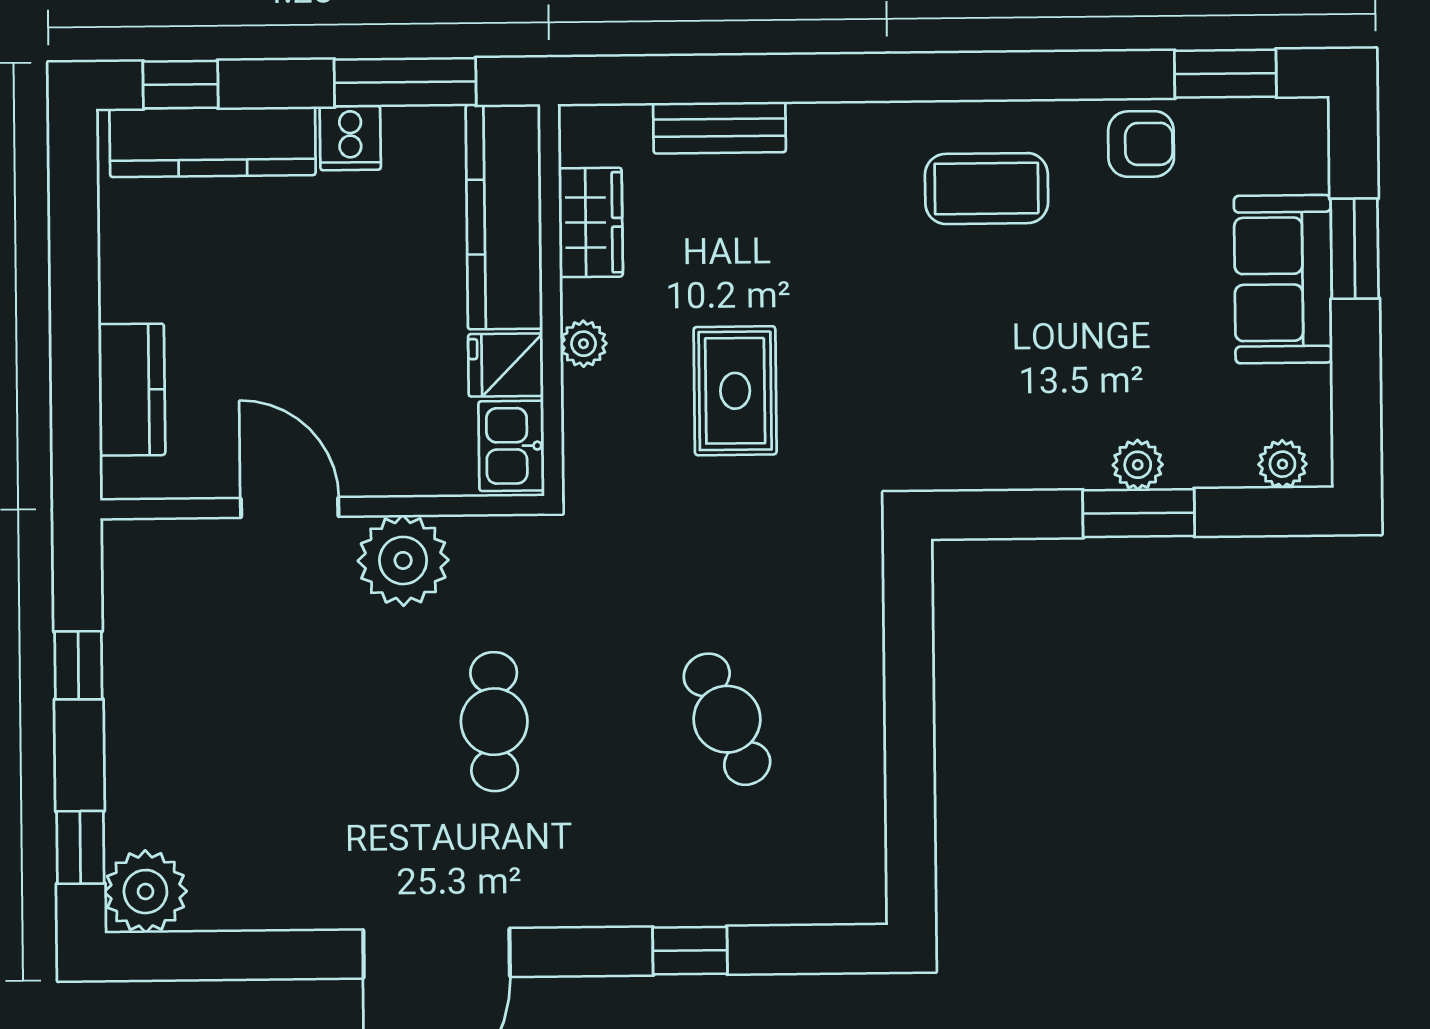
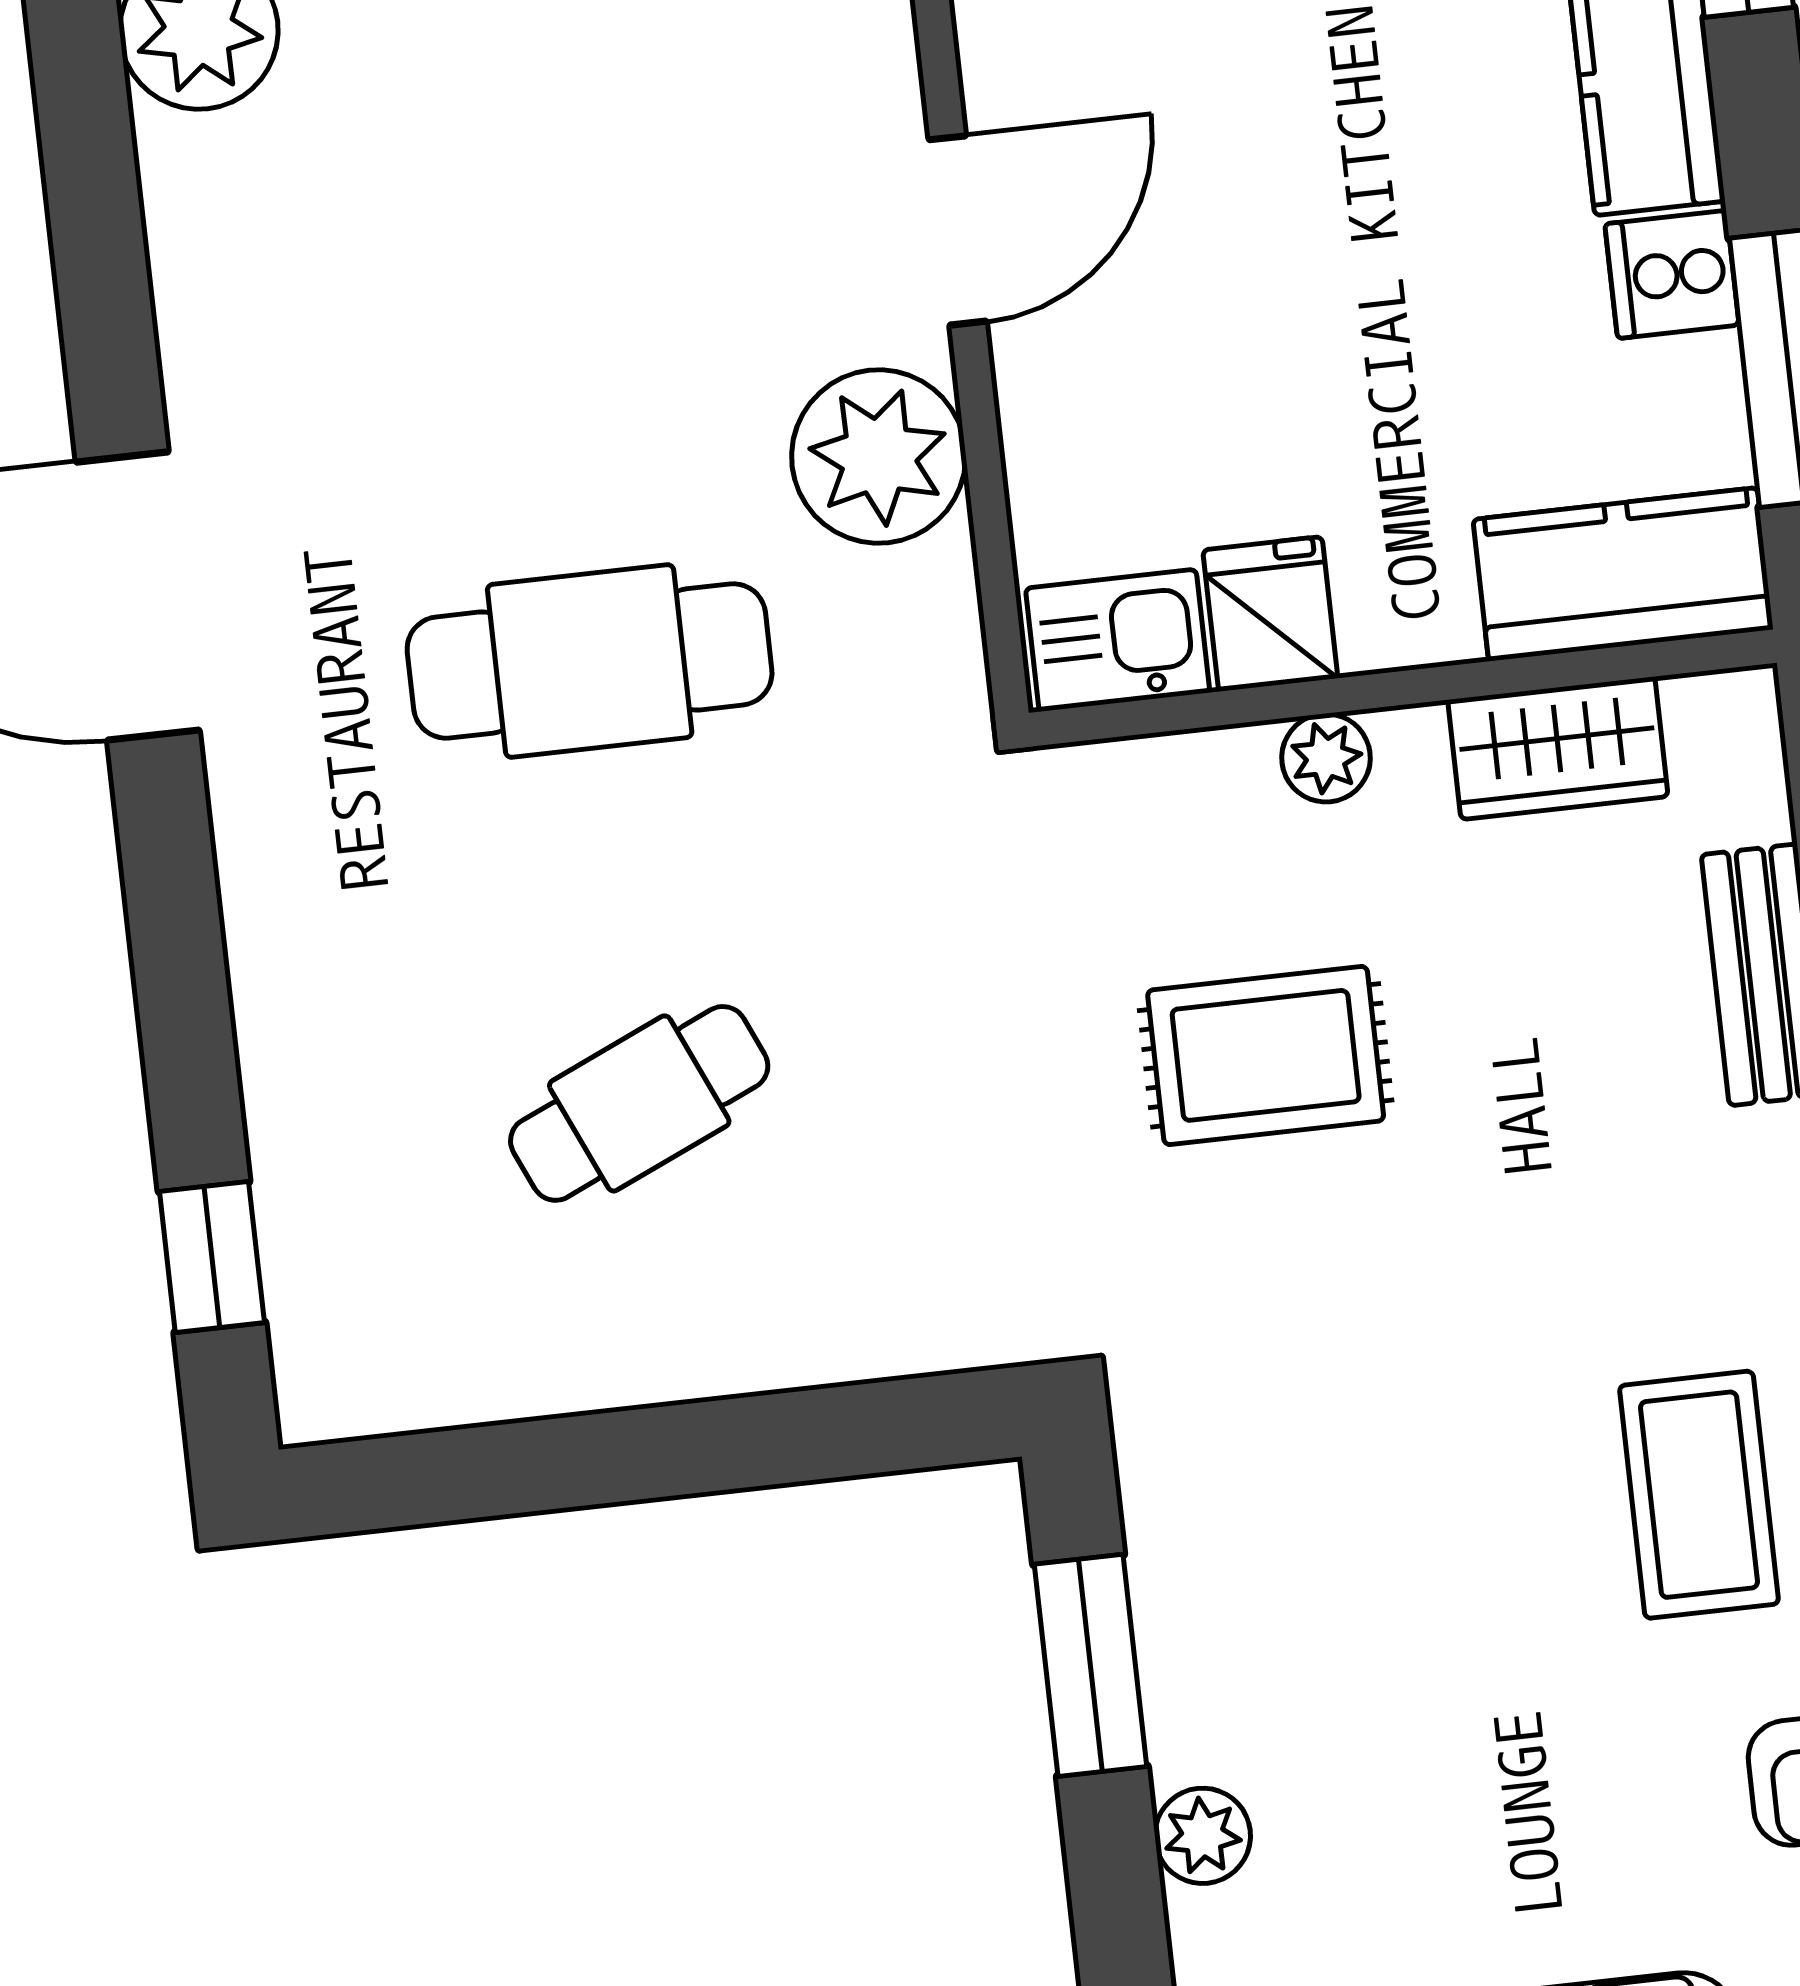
kitchen counter: (504, 217) -> (1623, 574), width x0.67
window: (1139, 513) -> (1090, 1665), moved
cafe table: (494, 722) -> (590, 661), width x1.37, depth x1.35
window: (690, 951) -> (212, 1257), moved

